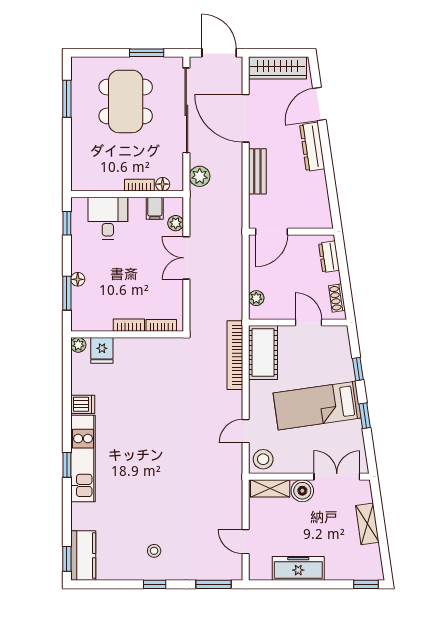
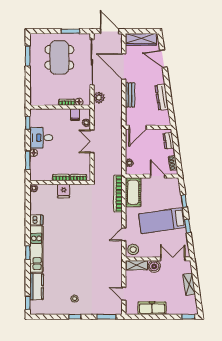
door: (319, 104) -> (163, 59), hinge flipped
dresser: (312, 147) -> (162, 97), moved
desk: (108, 218) -> (41, 138), moved, turned -90
fridge: (102, 350) -> (64, 191), moved
kitchen counter: (83, 556) -> (37, 287), moved

